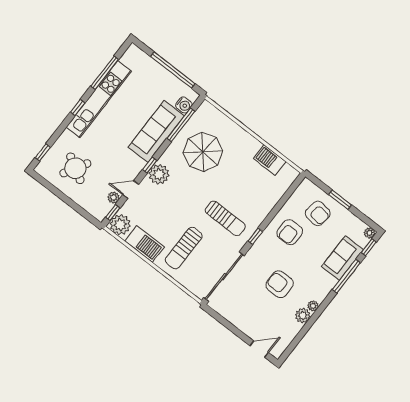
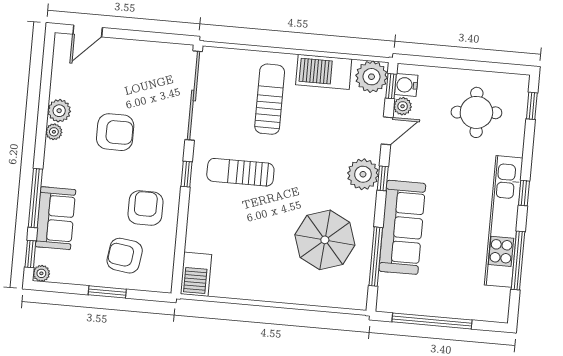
water cooler: (184, 105) -> (406, 85), moved
barbecue: (270, 160) -> (196, 274), moved, turned 90
round table: (75, 168) -> (476, 112), turned -34

